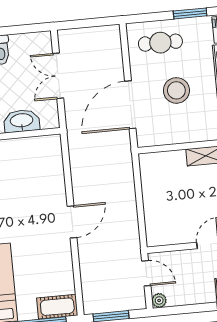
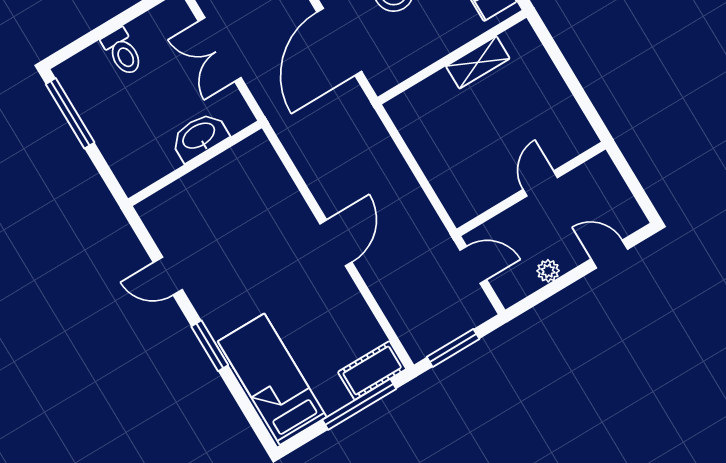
plant: (159, 300) -> (548, 271), moved

